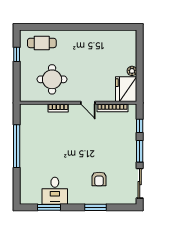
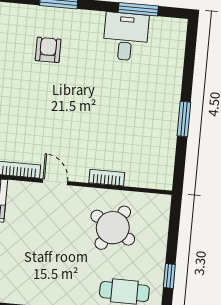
round table: (52, 79) -> (113, 228), turned 31
window: (17, 146) -> (184, 119), width x0.47

